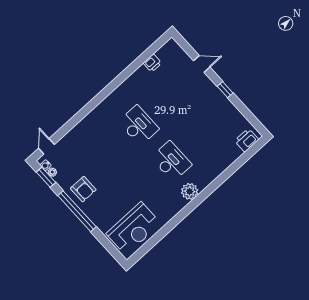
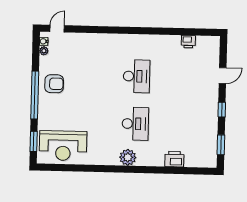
door: (202, 64) -> (223, 76), hinge flipped
window: (249, 116) -> (221, 145), added
printer: (247, 140) -> (174, 159), moved
window: (46, 177) -> (34, 141), moved
armchair: (83, 189) -> (54, 84), turned -90

